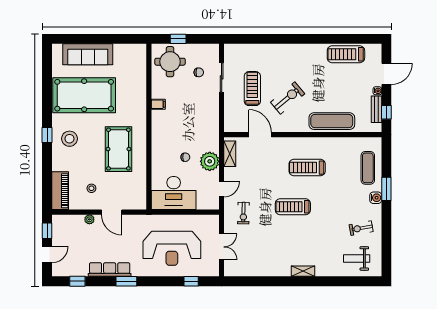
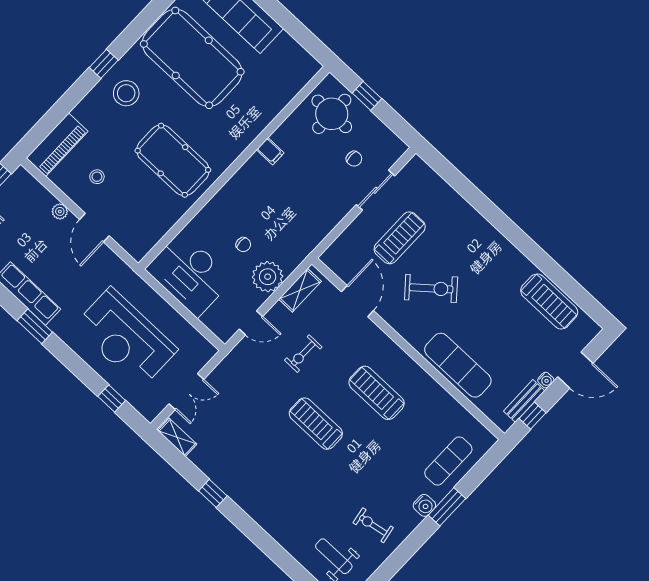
treadmill: (346, 54) -> (549, 301), turned 180
pool table: (118, 149) -> (173, 160), turned 90
exercise bike: (243, 213) -> (303, 354), moved
shelving: (303, 271) -> (177, 437), moved
window: (276, 281) -> (213, 493), added

